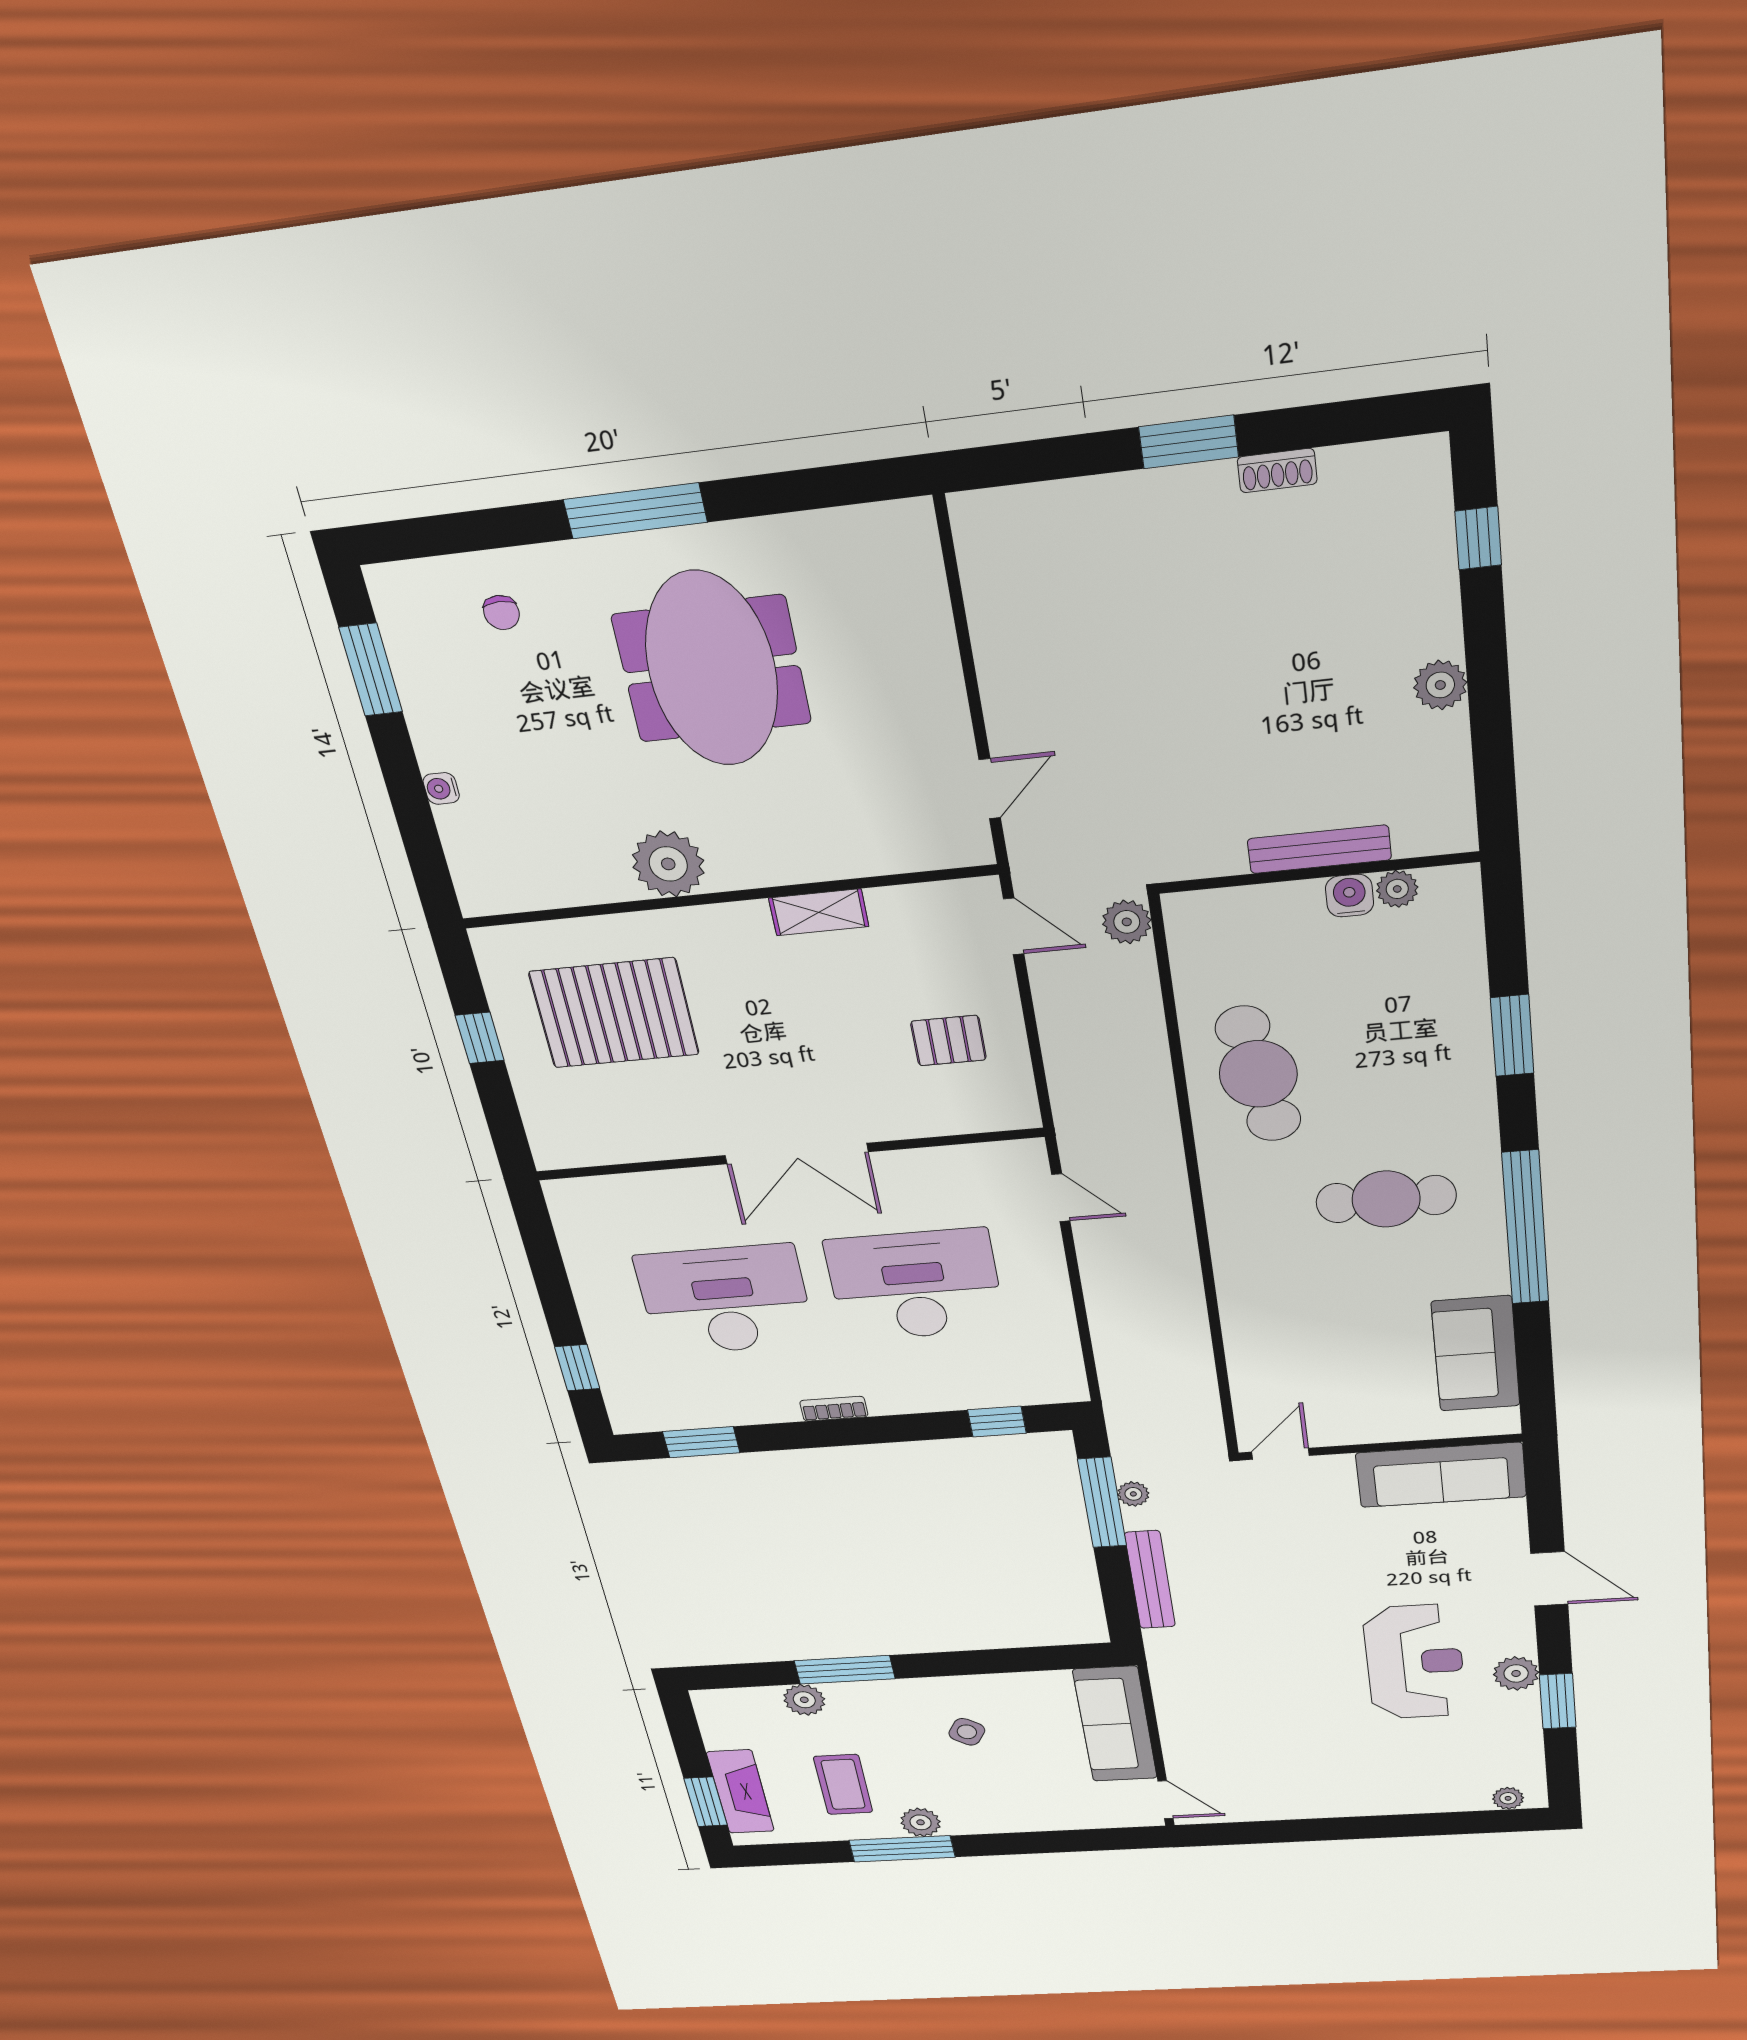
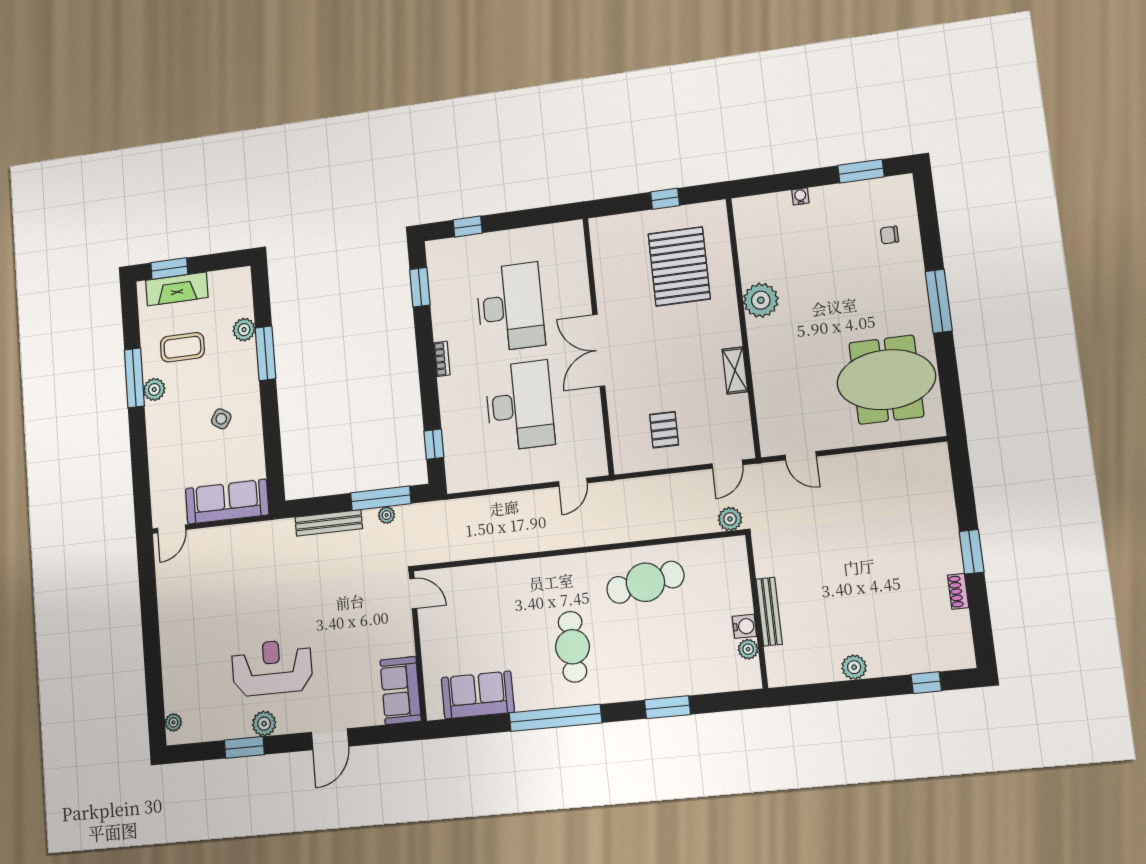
meeting table: (712, 669) -> (886, 380), moved
sofa: (1441, 1475) -> (401, 691), width x0.73
reception desk: (1415, 1662) -> (272, 668), turned 180

